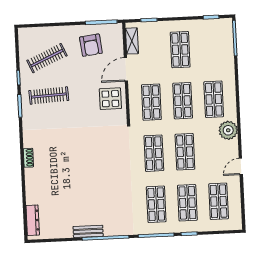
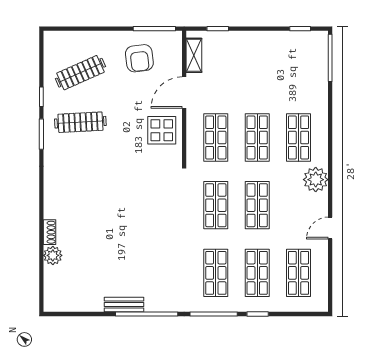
shop shelf: (180, 50) -> (257, 70), removed
shoe rack: (28, 158) -> (50, 232), moved
plant: (33, 197) -> (53, 255), added
dresser: (33, 220) -> (51, 286), removed

